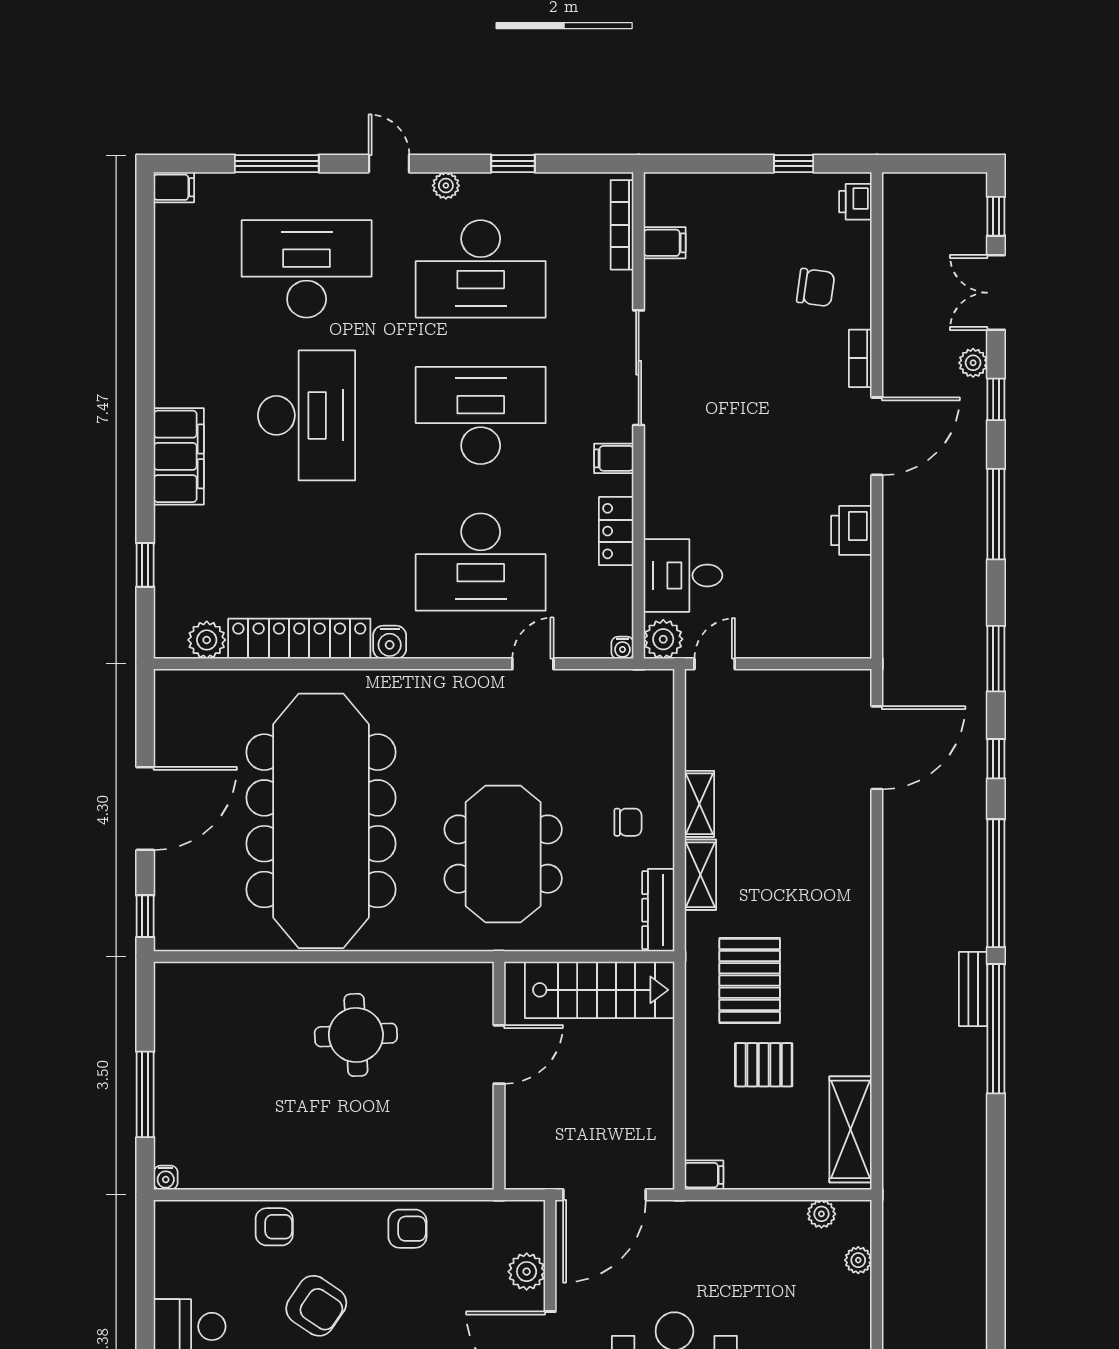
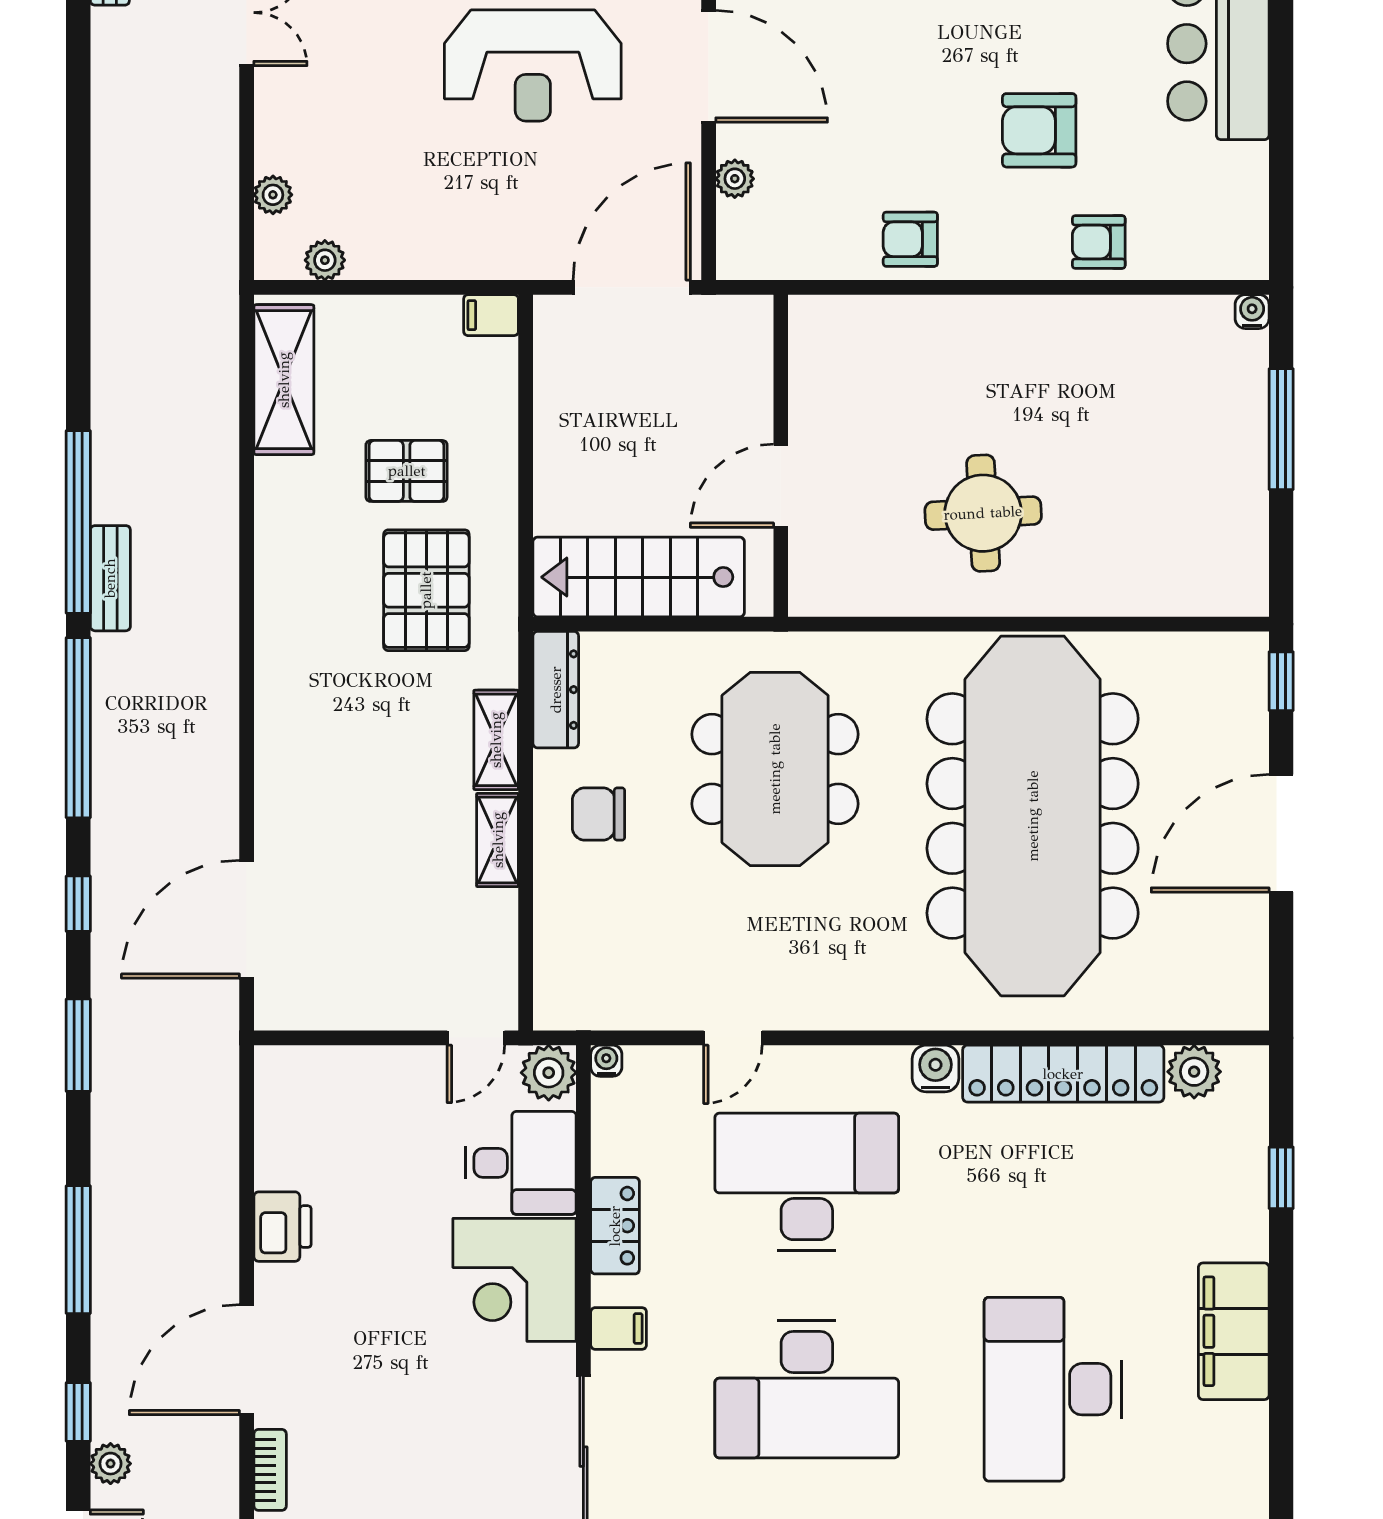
corner desk: (687, 493) -> (515, 1280), added
chair: (628, 822) -> (598, 814), width x1.37, depth x1.37
plant: (527, 1272) -> (735, 179), width x0.73, depth x0.73
armchair: (316, 1306) -> (1039, 130), turned -34

